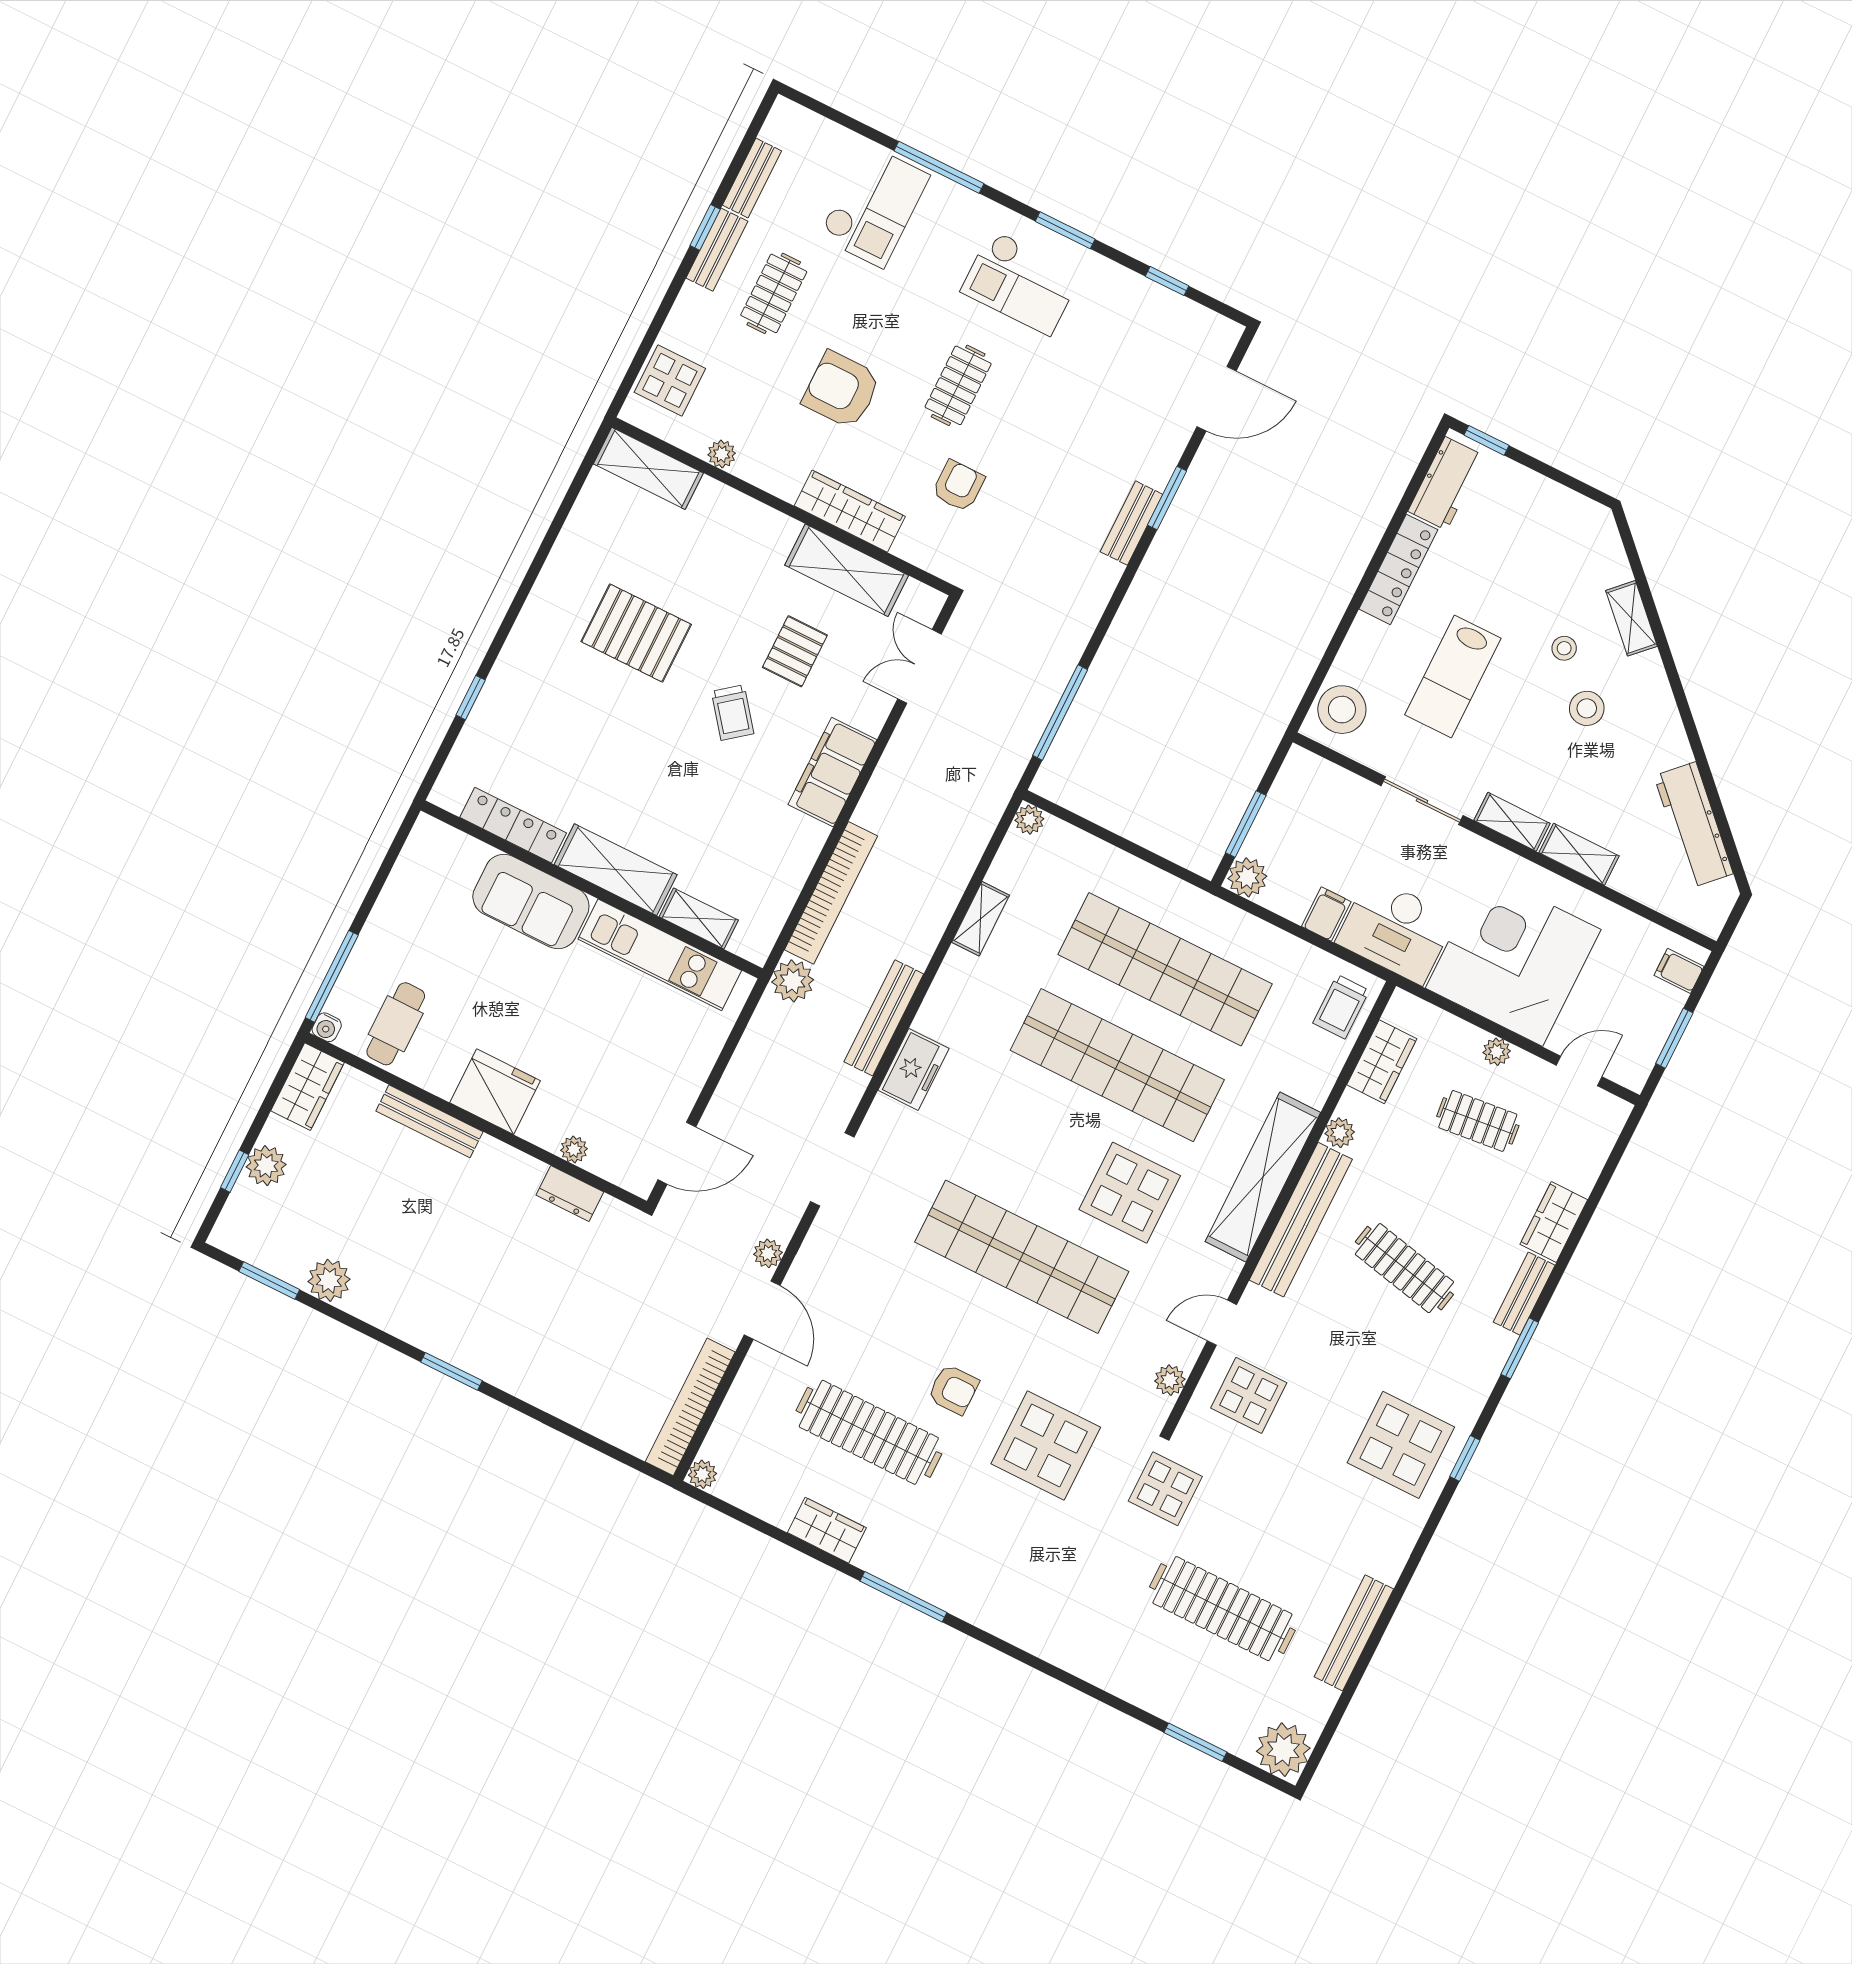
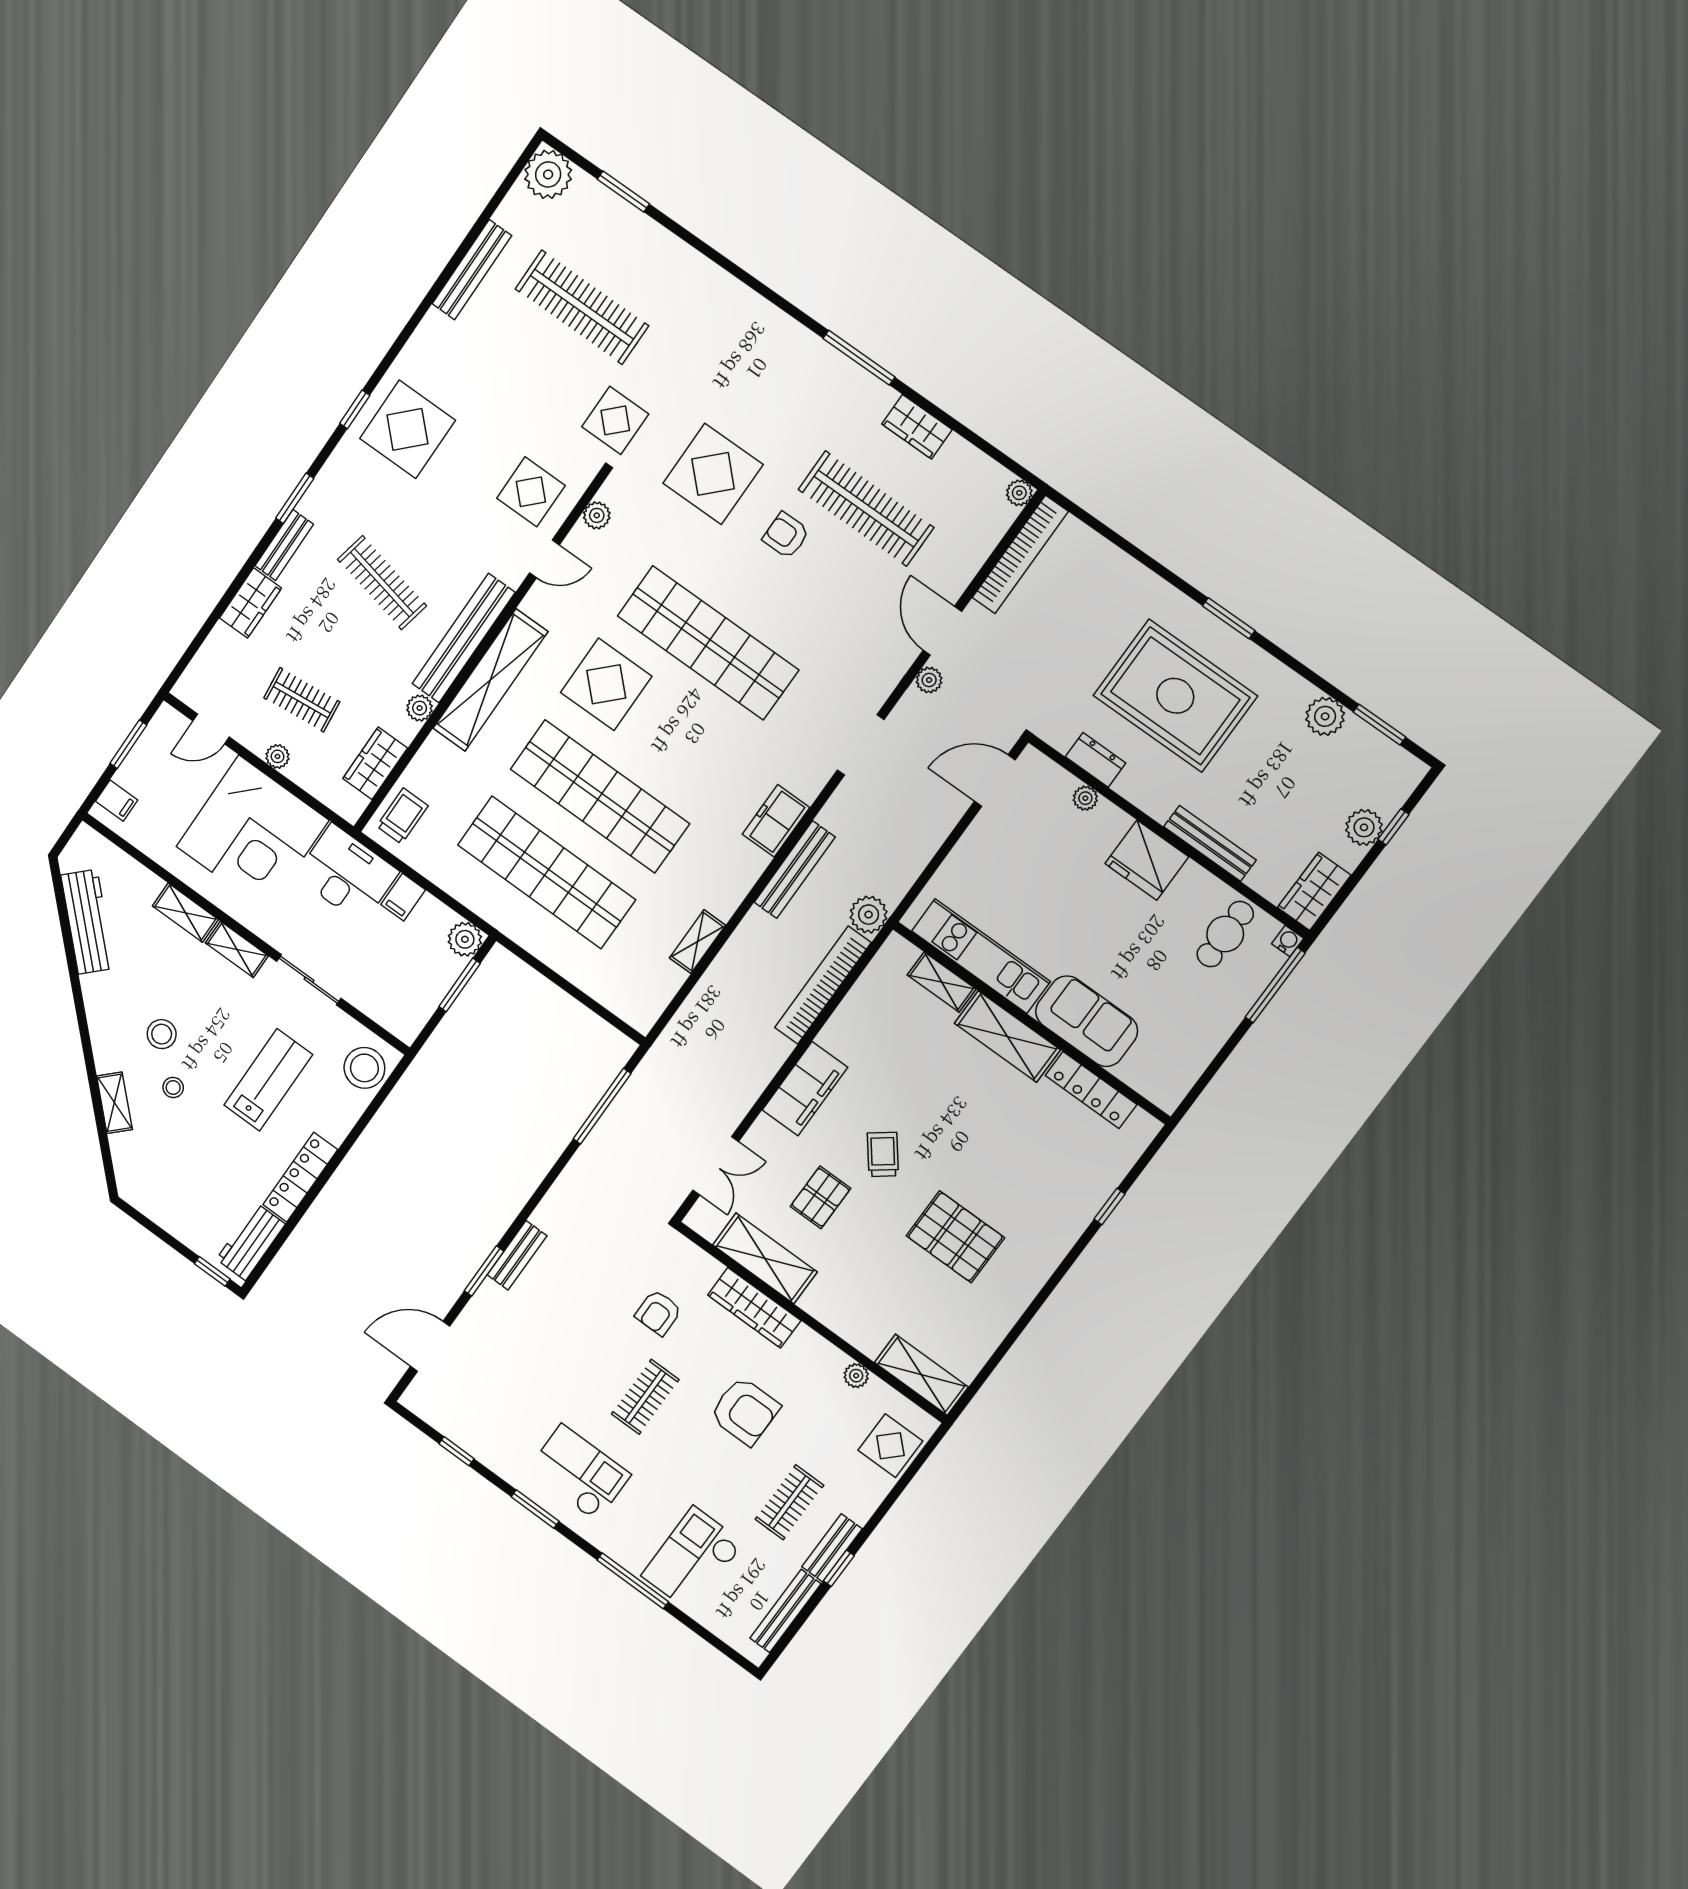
bench: (752, 178) -> (785, 1611), width x1.36
plant: (1029, 820) -> (642, 1020), removed
rug: (495, 1278) -> (1175, 696), added

